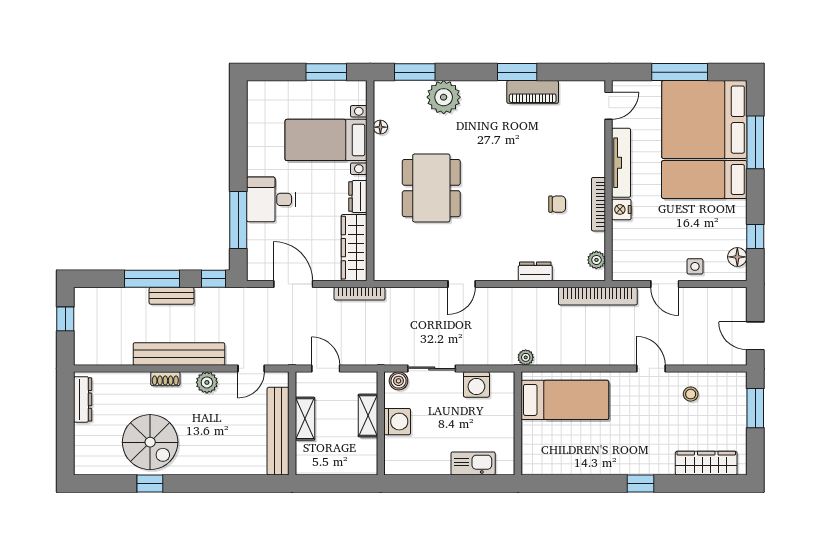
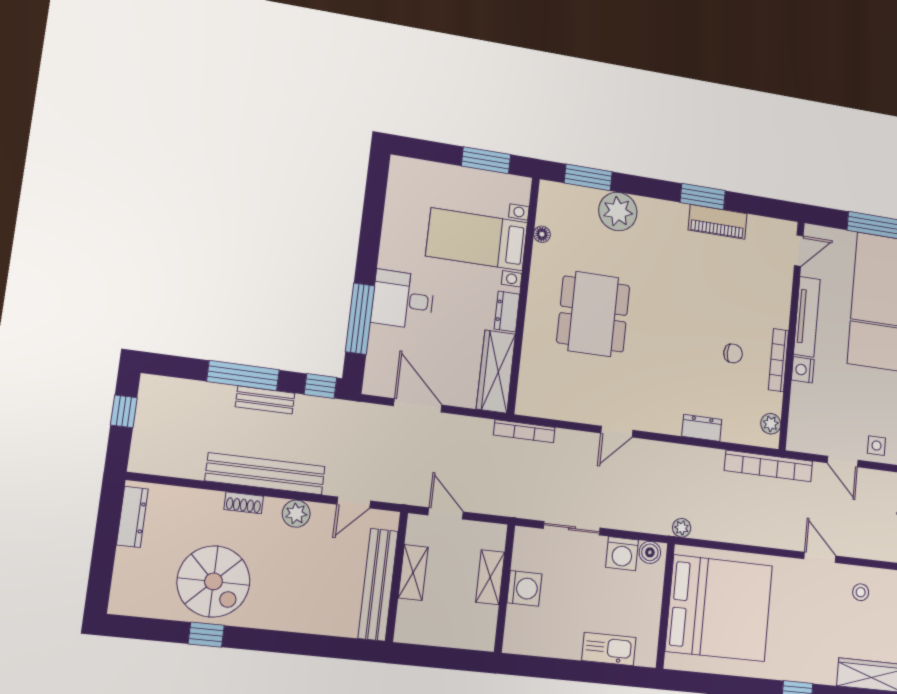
bookcase: (359, 294) -> (524, 431), moved
boiler: (399, 381) -> (650, 552), moved
bed: (565, 400) -> (719, 608), width x2.04

